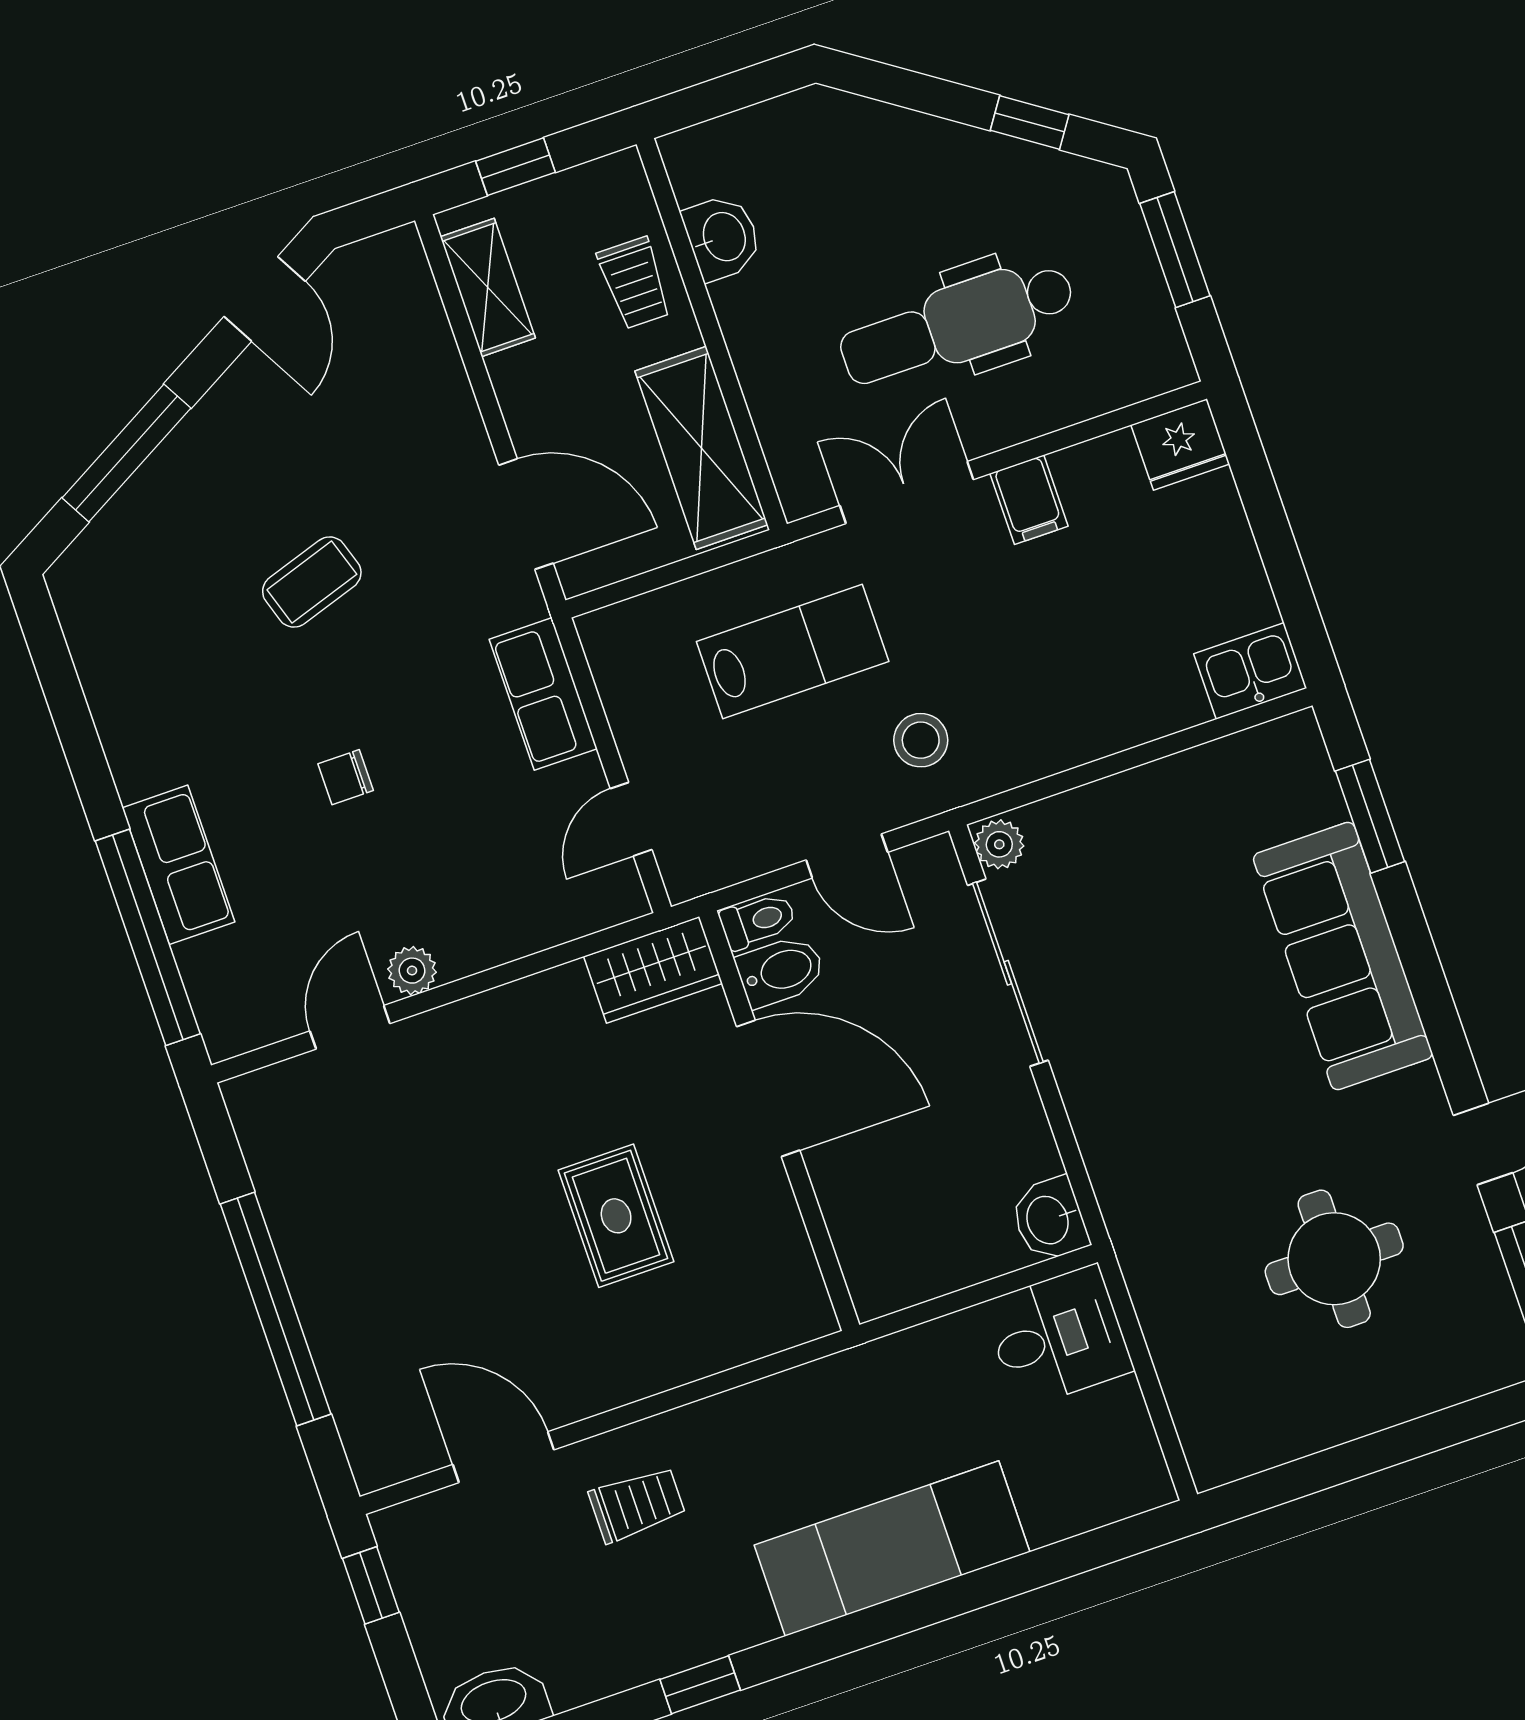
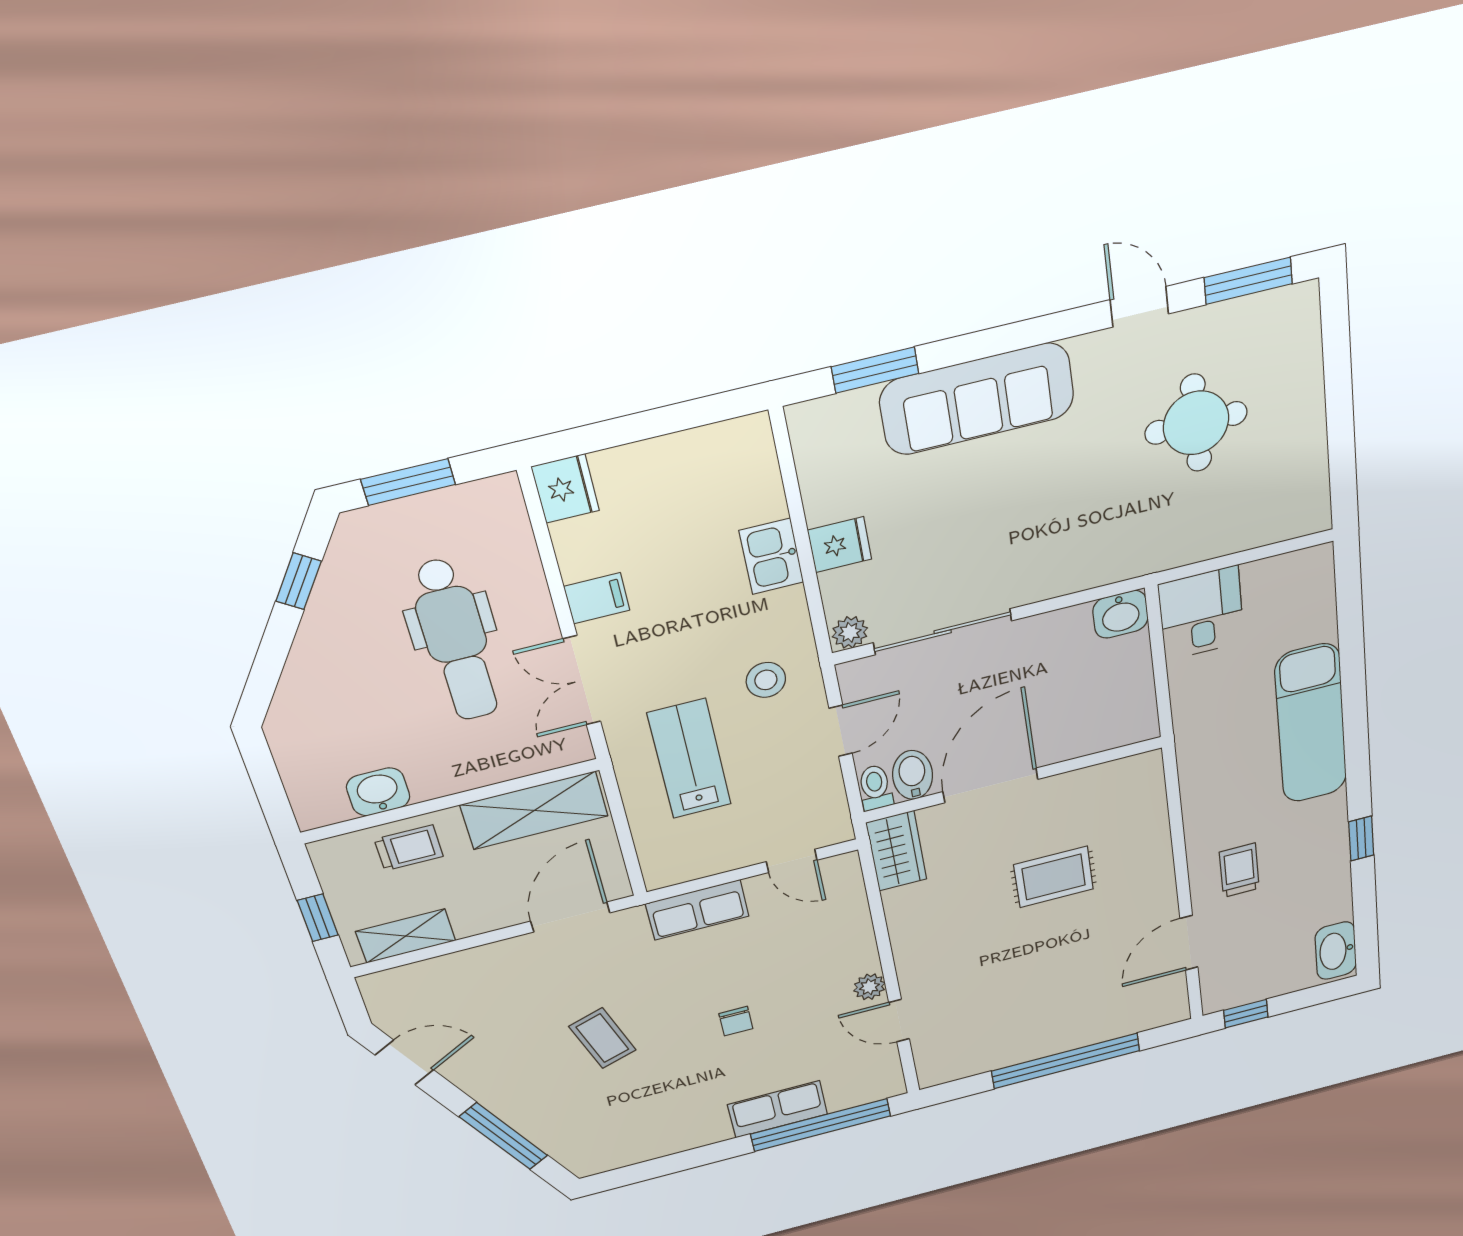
kitchen sink: (1250, 671) -> (771, 556), moved
fridge: (1127, 809) -> (840, 545), added

